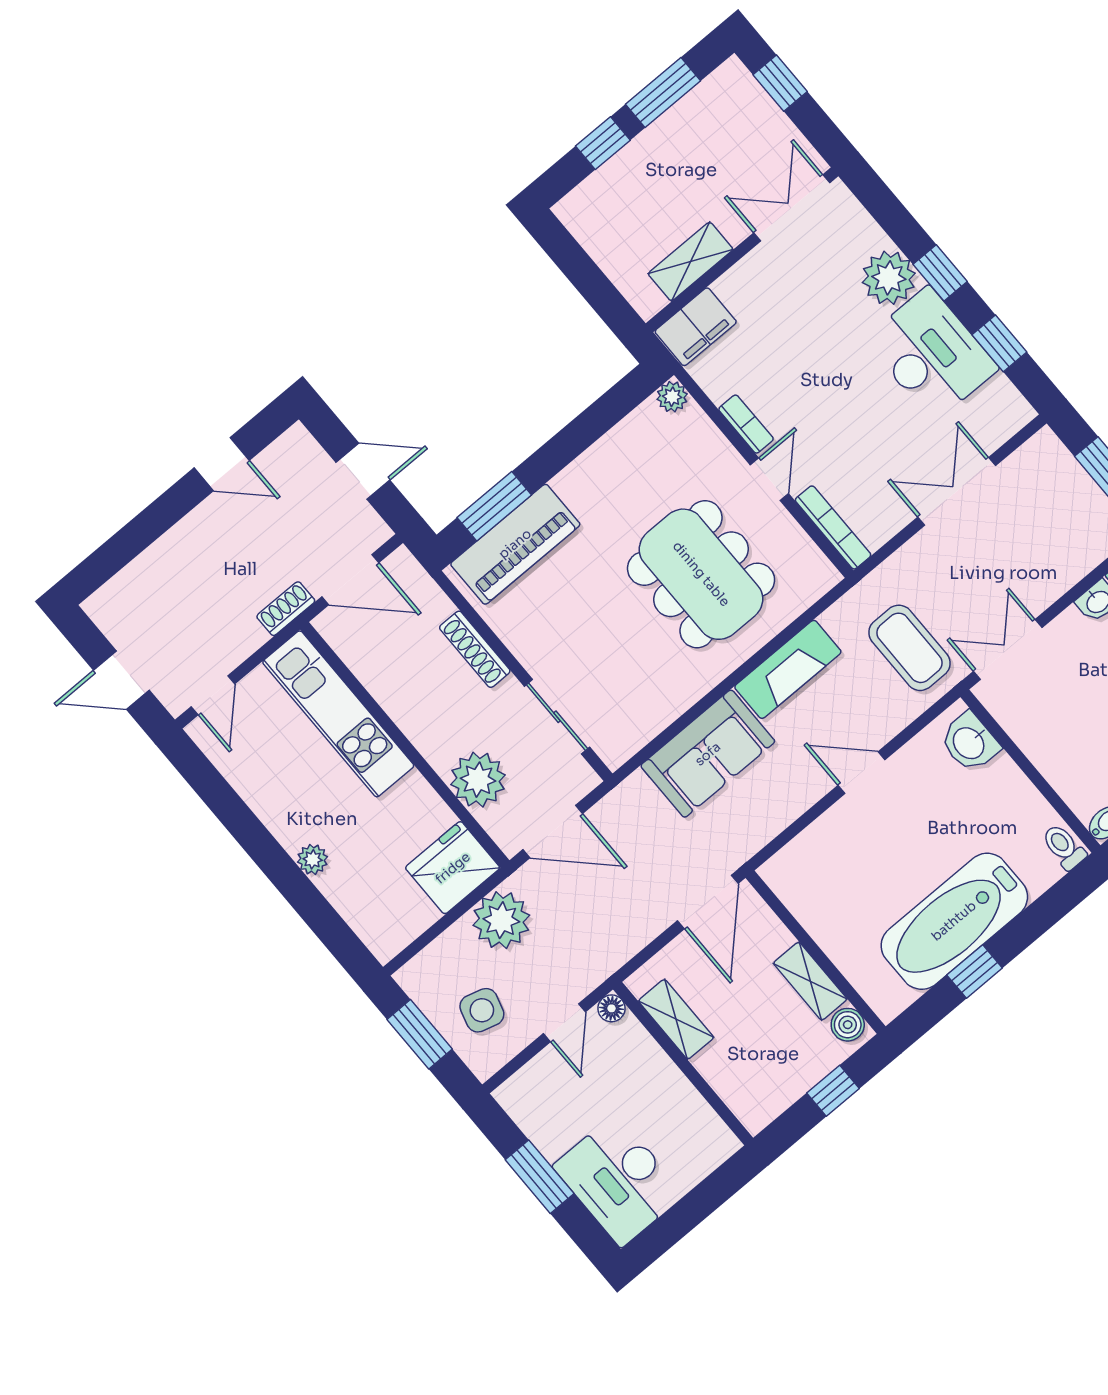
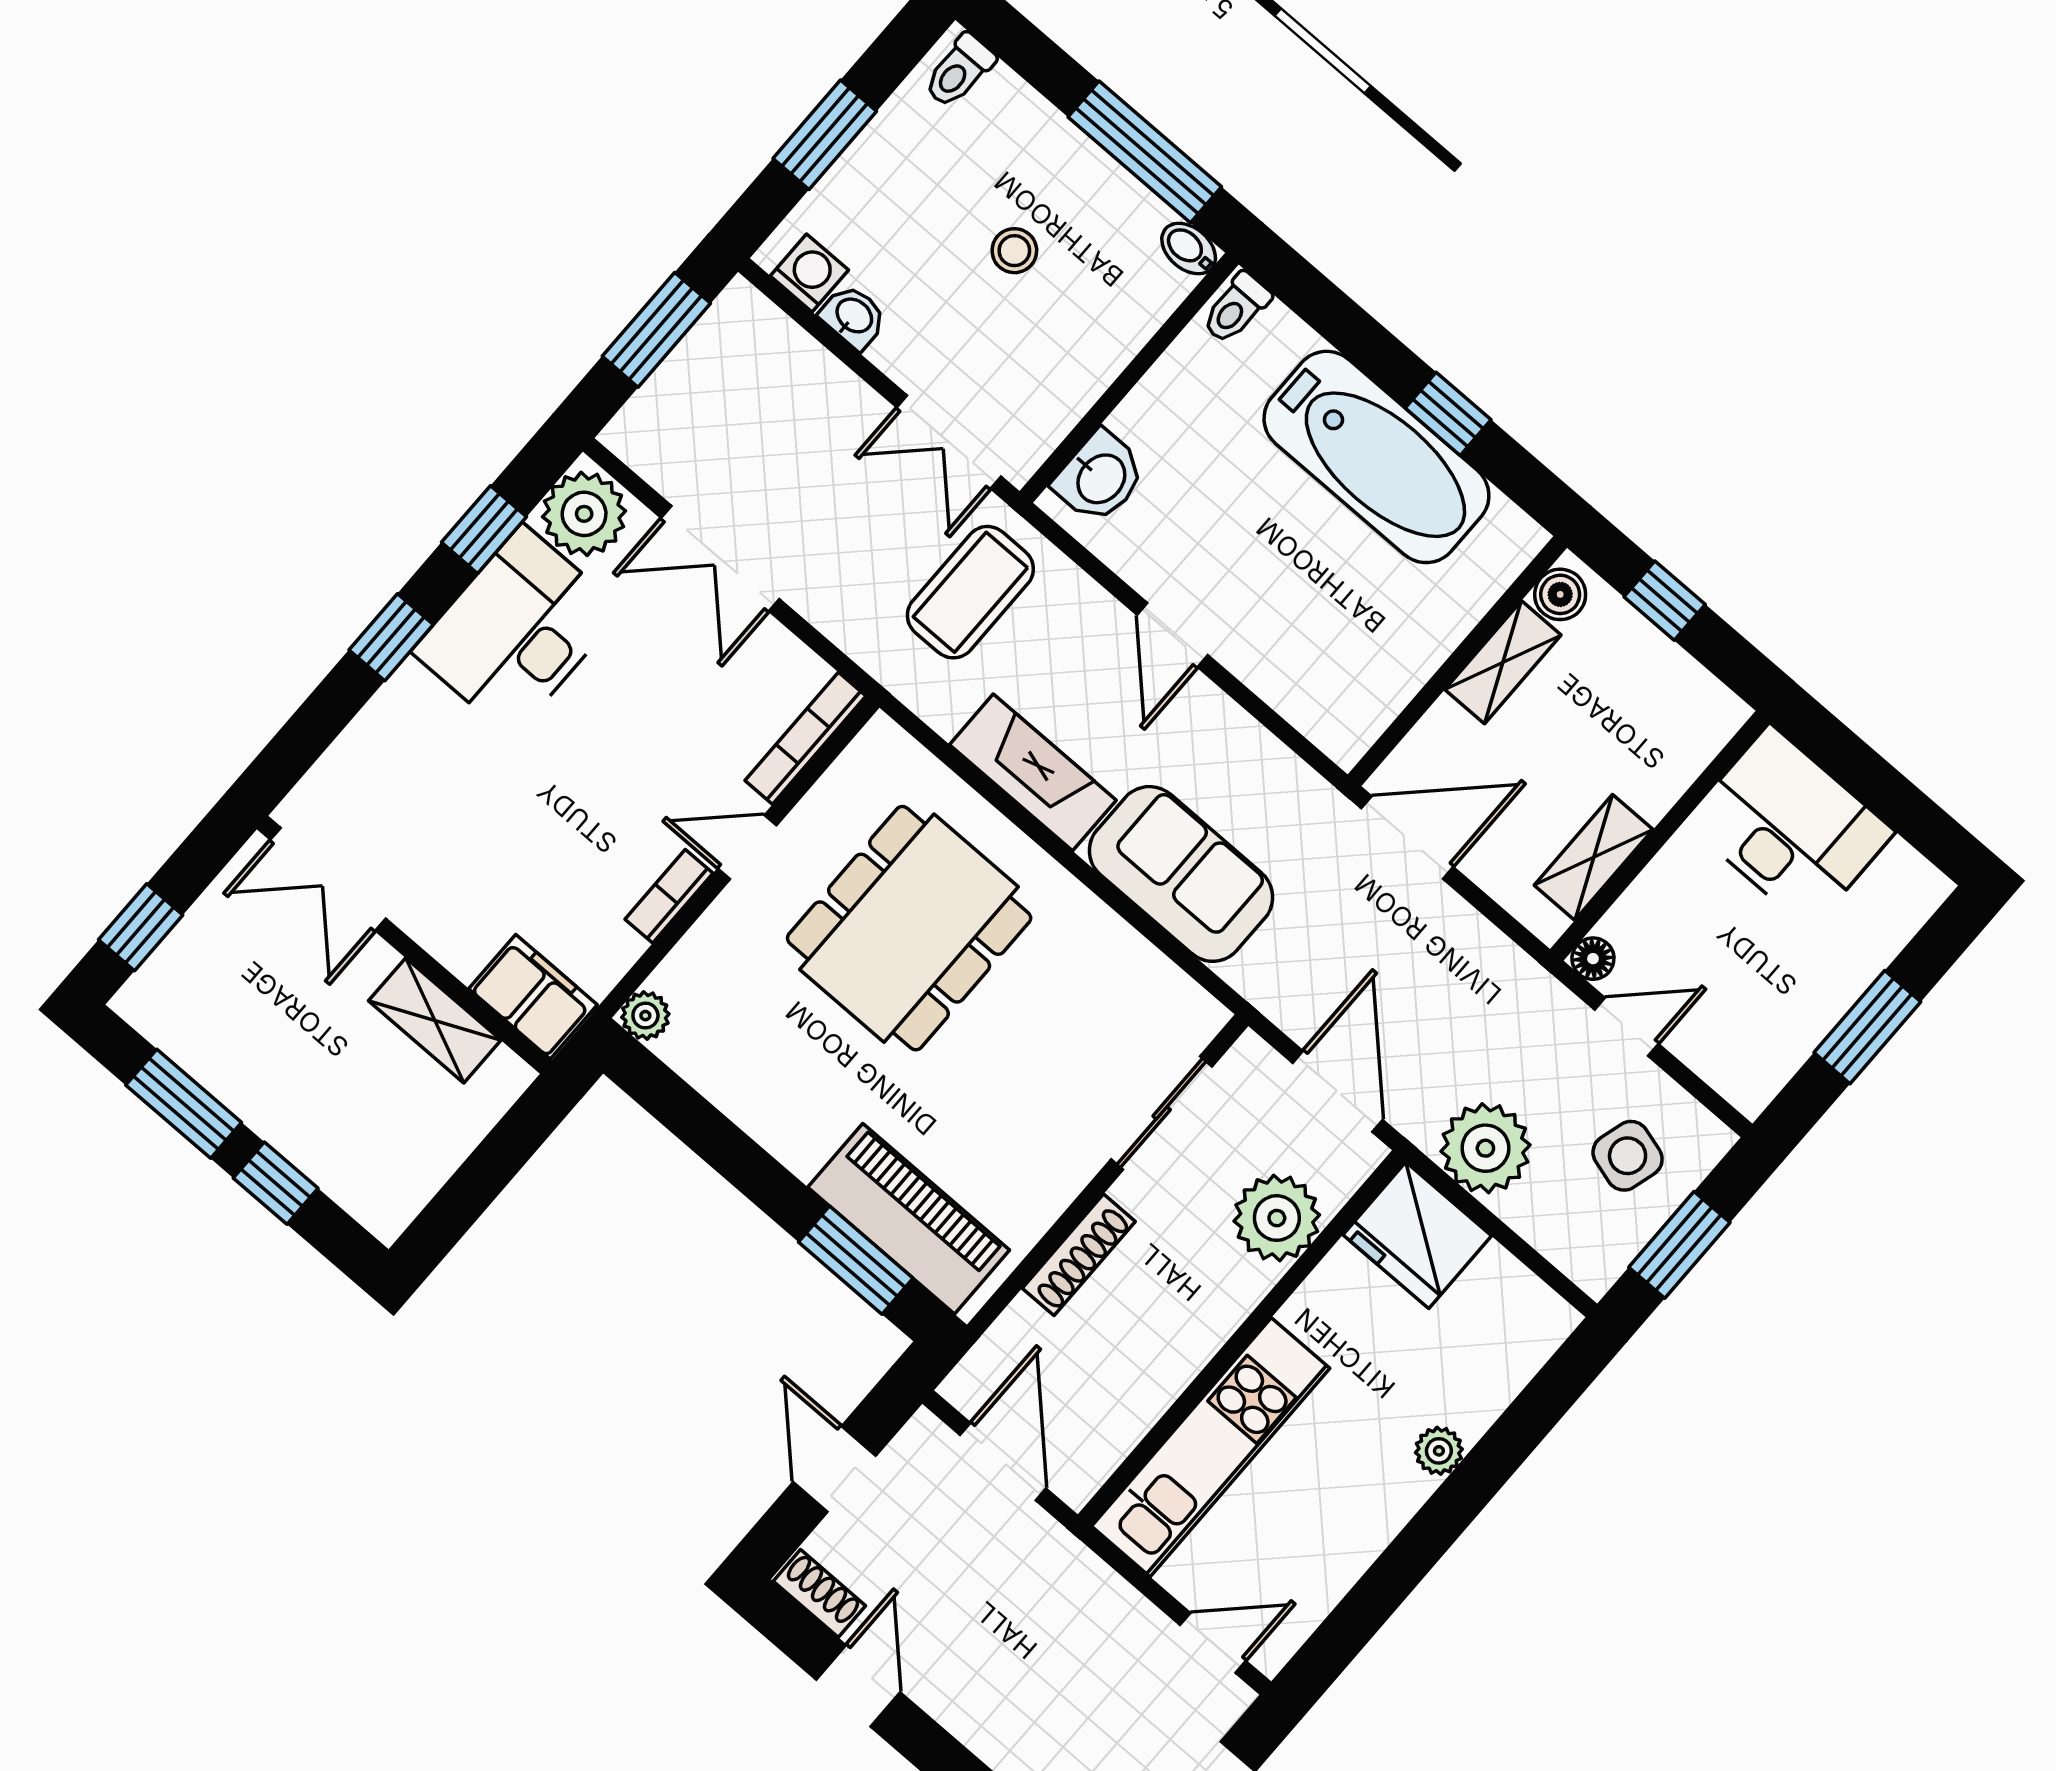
plant: (889, 278) -> (584, 514), moved
shoe rack: (286, 609) -> (819, 1593), moved, turned 180
desk: (619, 1180) -> (1790, 827), moved, turned -90

